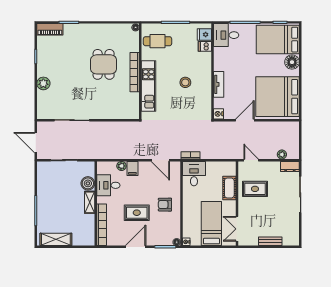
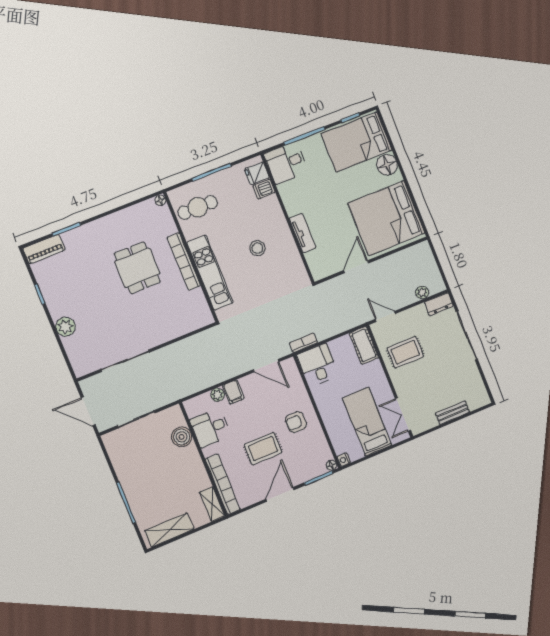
nightstand: (218, 114) -> (318, 272), removed
cot: (229, 188) -> (364, 345), moved
shelving: (90, 202) -> (212, 504), moved

